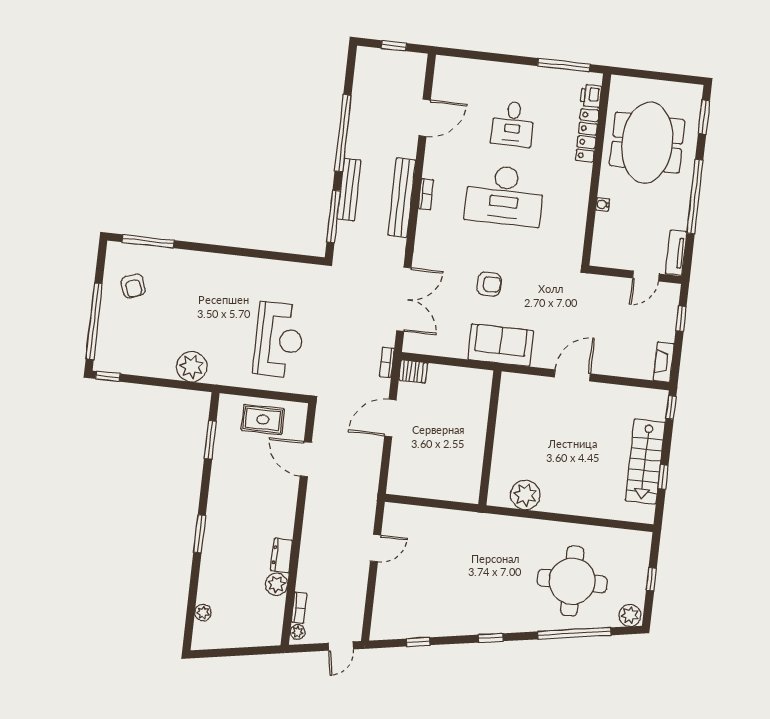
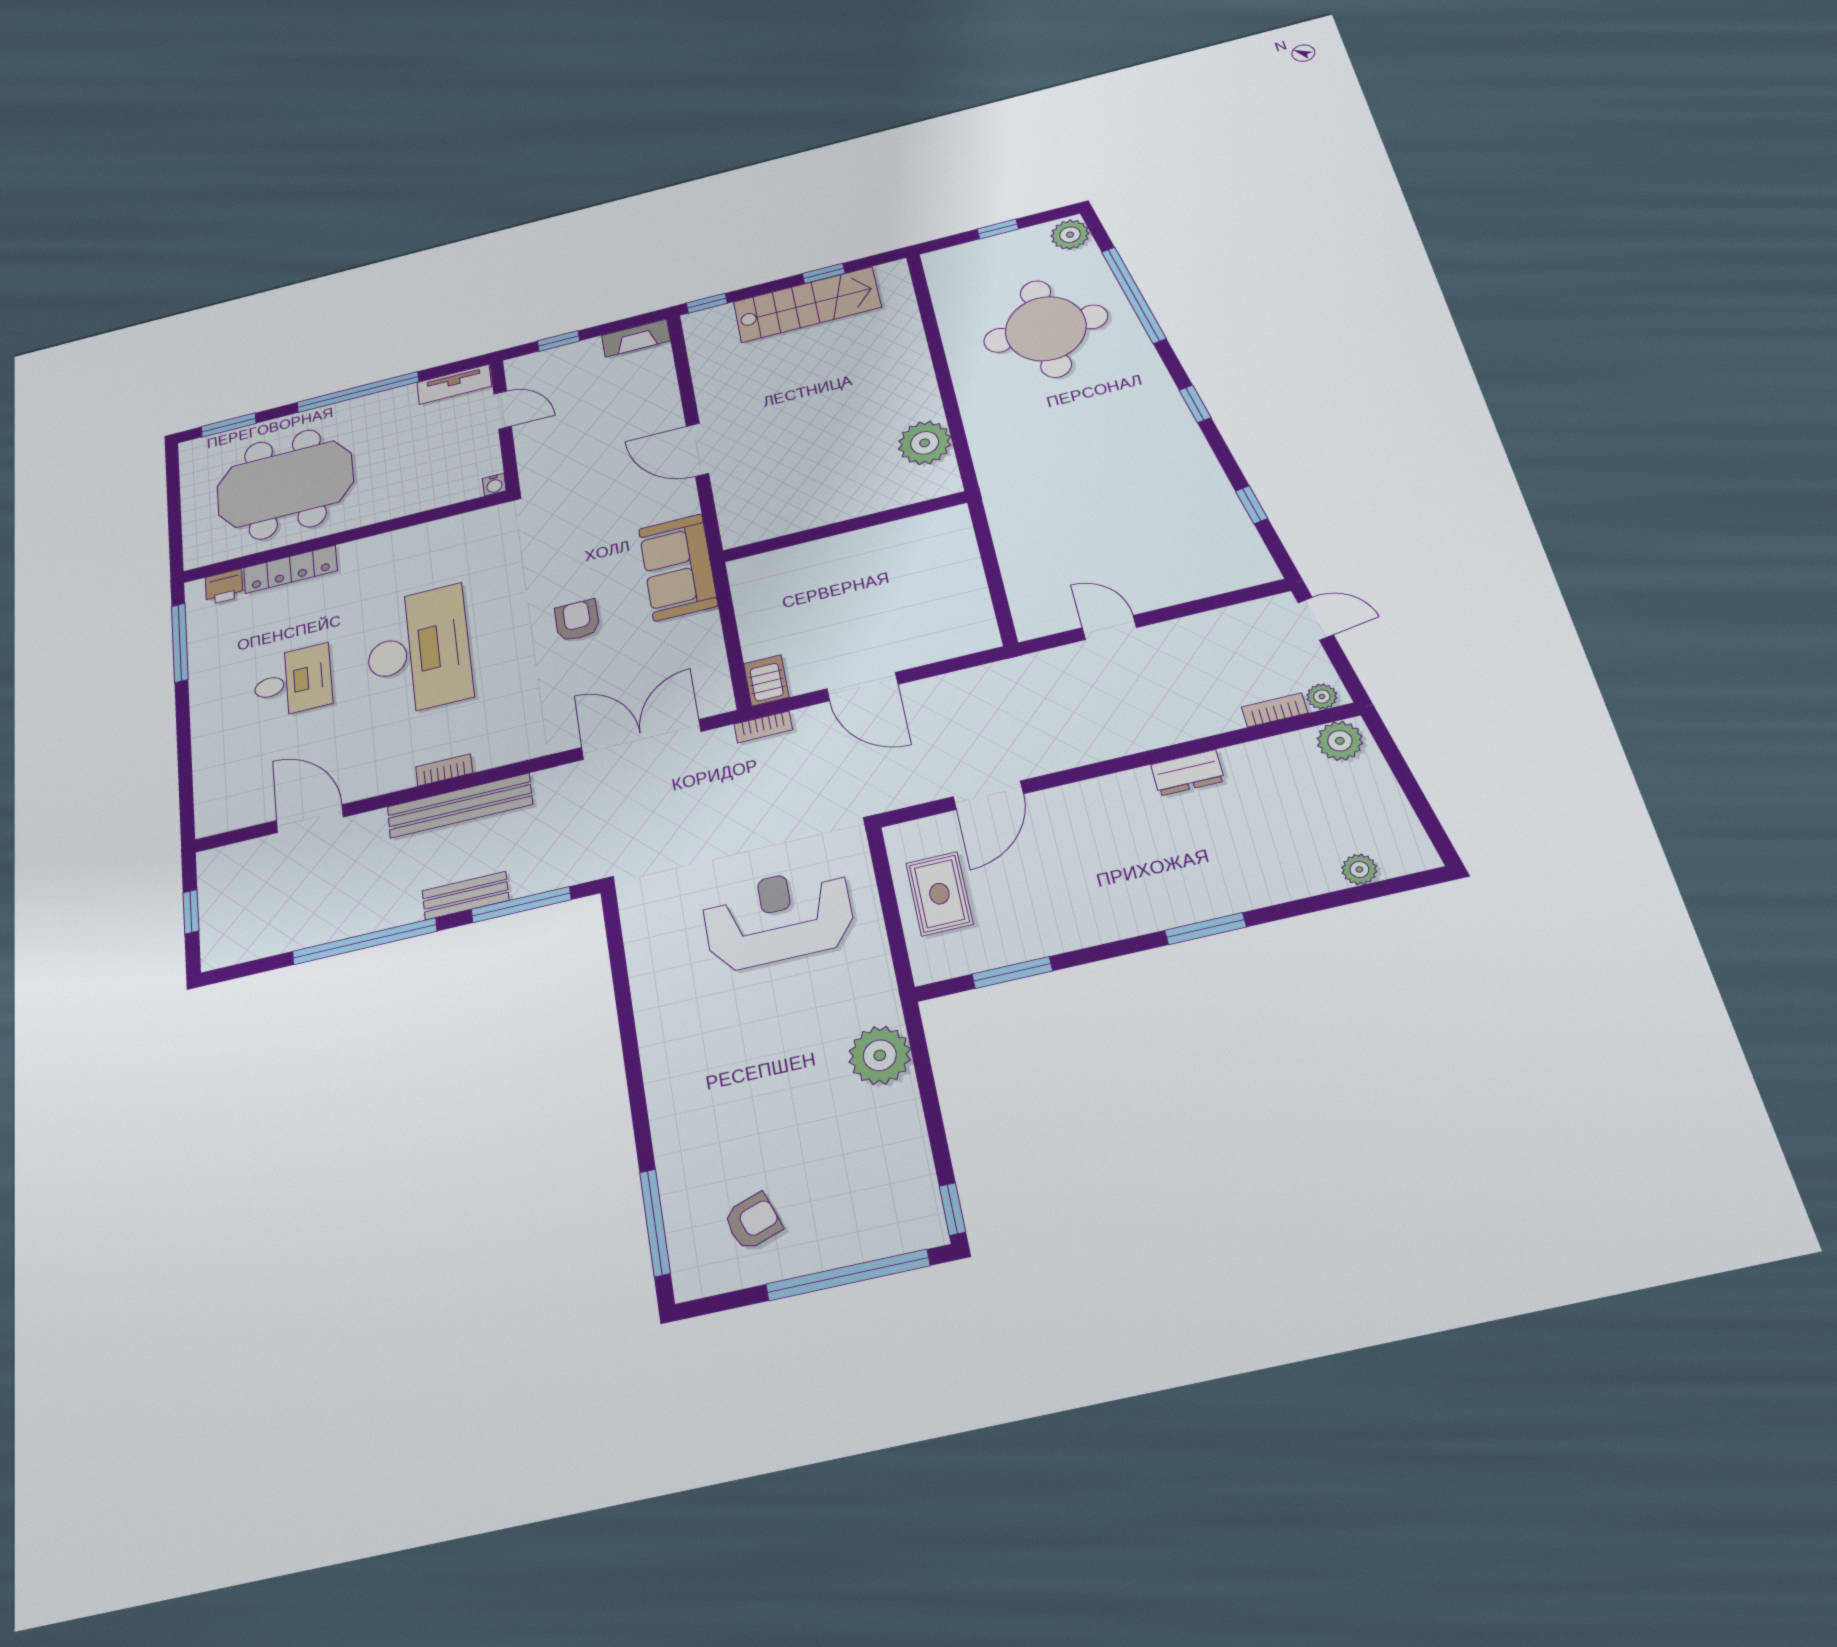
bench: (349, 190) -> (466, 896), width x0.73
water cooler: (603, 204) -> (494, 485), moved
plant: (276, 584) -> (1340, 741), moved

